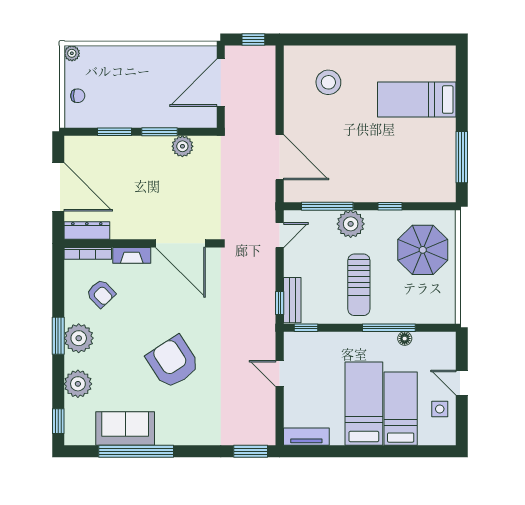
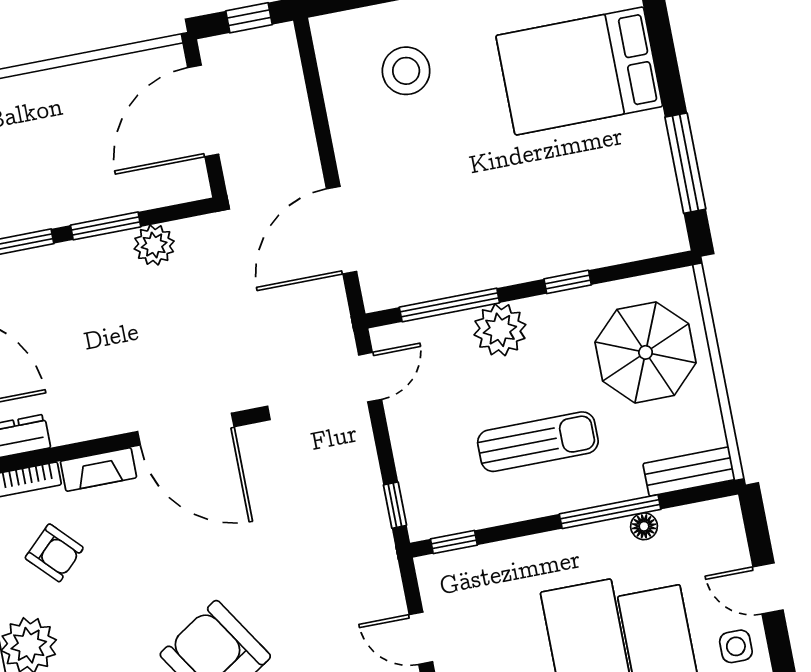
bed: (417, 100) -> (579, 71), width x1.50
door: (280, 157) -> (341, 230), swing flipped
sun lounger: (359, 285) -> (538, 442), turned -90
bench: (292, 300) -> (689, 472), moved, turned 90

